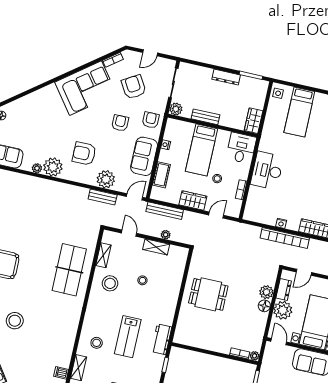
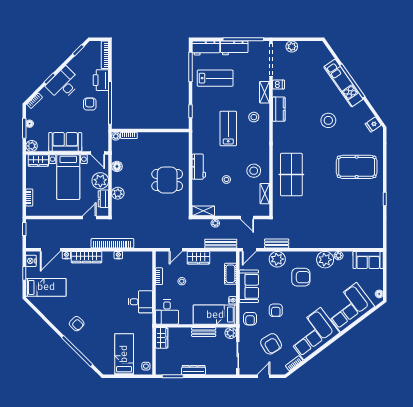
corner sofa: (39, 108) -> (349, 307), added
bed: (202, 150) -> (215, 315), moved, turned -90
desk: (267, 171) -> (141, 302), width x0.73
shelving: (156, 247) -> (203, 211), moved
floor lamp: (264, 306) -> (117, 166), moved
workbench: (162, 339) -> (199, 167), moved
kitchen counter: (67, 345) -> (279, 109), added

